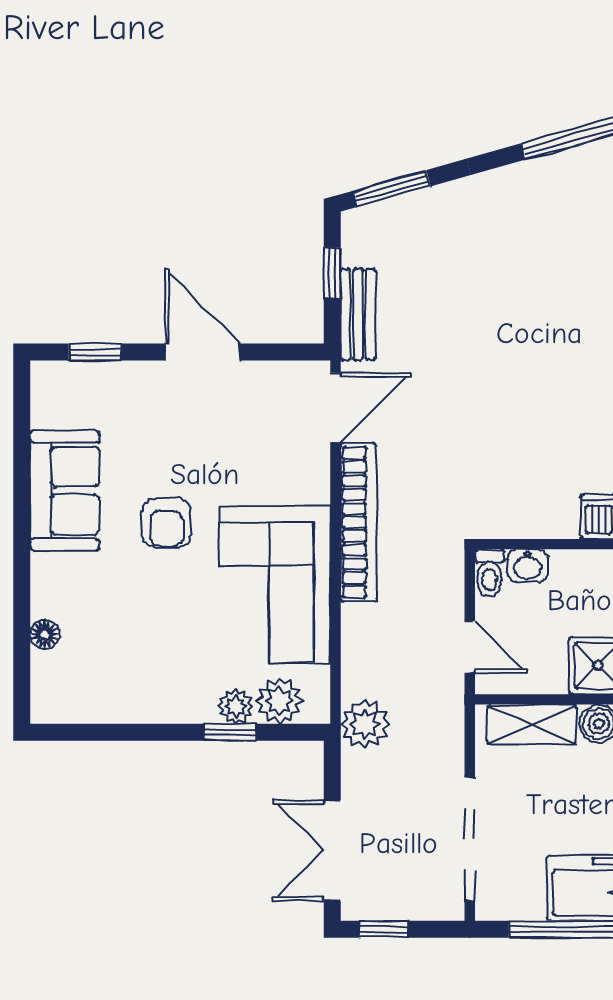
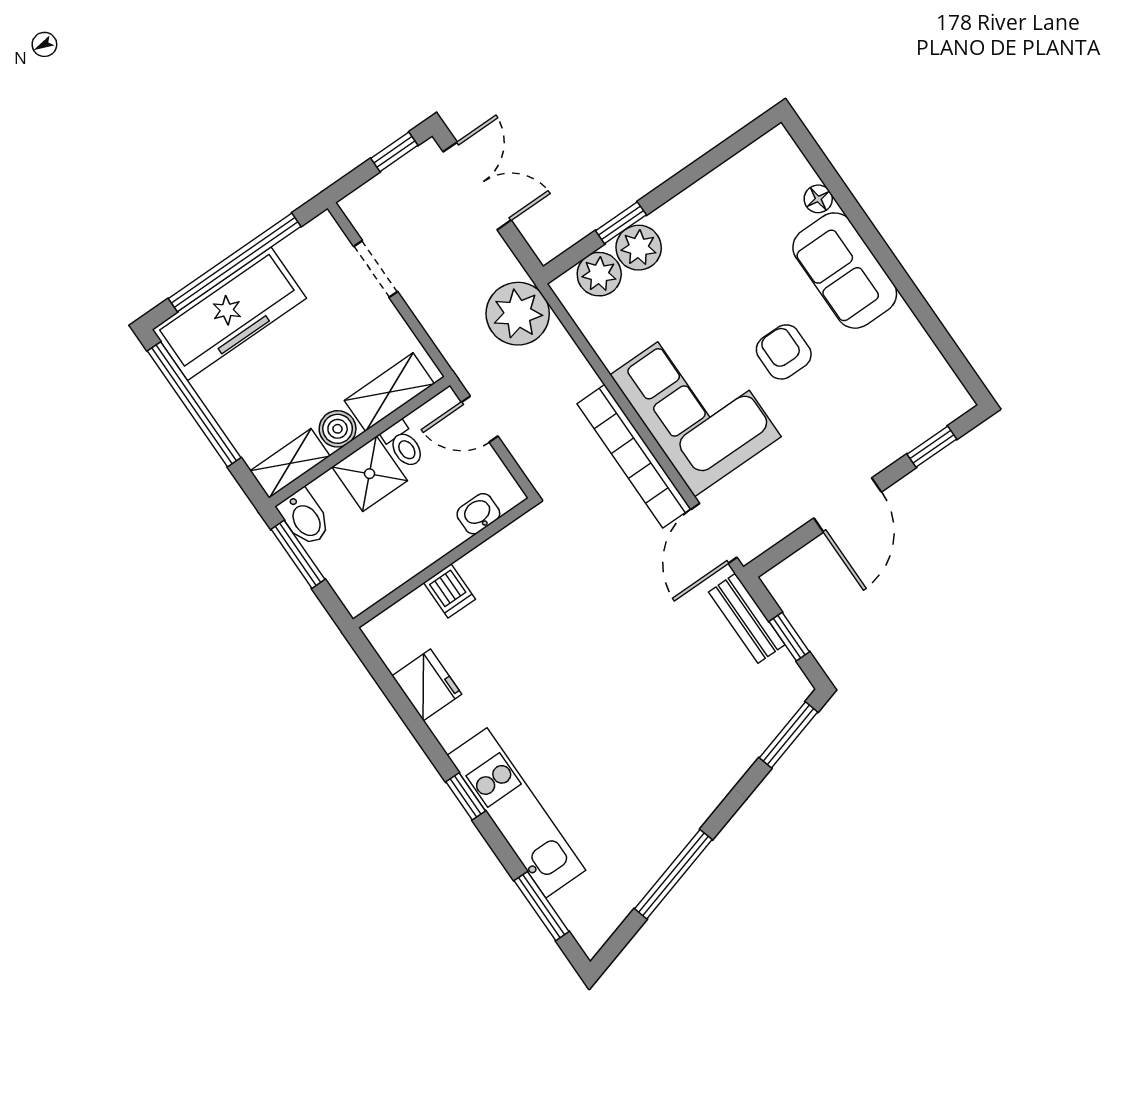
door: (203, 352) -> (848, 505), hinge flipped
sofa: (65, 491) -> (845, 271), moved
toilet: (489, 573) -> (403, 445), moved, turned 180
corner sofa: (275, 585) -> (696, 406), moved
plant: (236, 707) -> (639, 248), width x1.38, depth x1.38
plant: (365, 724) -> (518, 314), width x1.36, depth x1.36
doorway: (470, 839) -> (376, 269), width x0.53

